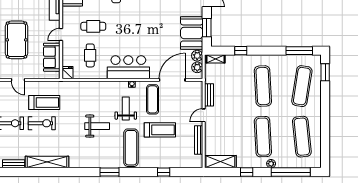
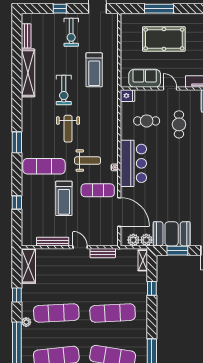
door: (18, 80) -> (119, 41), removed
exercise bike: (42, 123) -> (64, 90), moved

